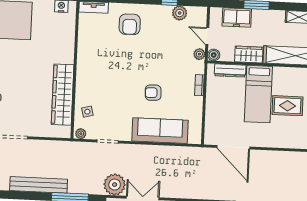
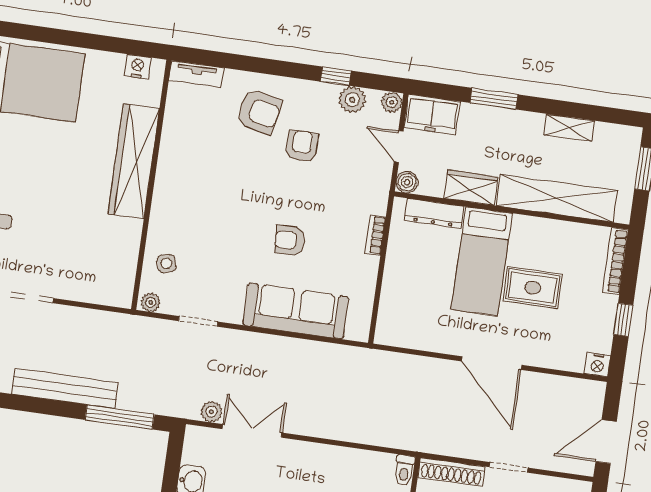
freezer: (237, 18) -> (432, 115), moved
armchair: (130, 24) -> (259, 112), turned -78
armchair: (155, 41) -> (302, 146), added
plant: (199, 54) -> (392, 102), moved
wardrobe: (63, 95) -> (134, 161), moved
door: (233, 147) -> (492, 363), moved
plant: (115, 185) -> (211, 412), width x0.53, depth x0.53

